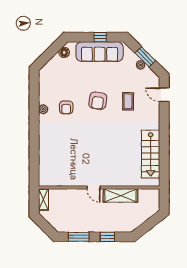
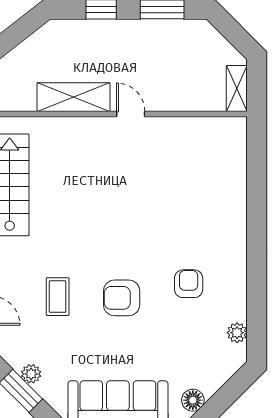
armchair: (98, 101) -> (122, 298), turned -99
plant: (43, 109) -> (237, 333), moved

